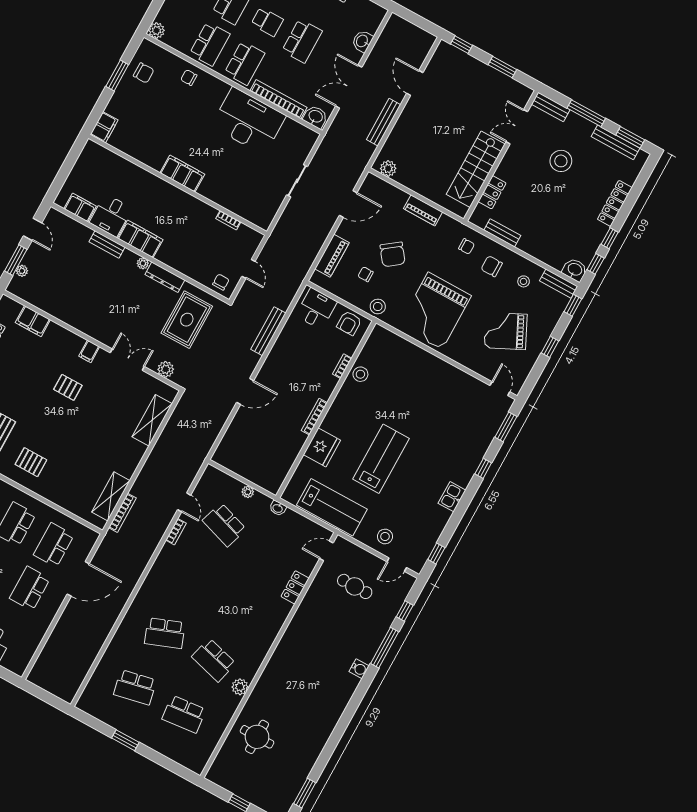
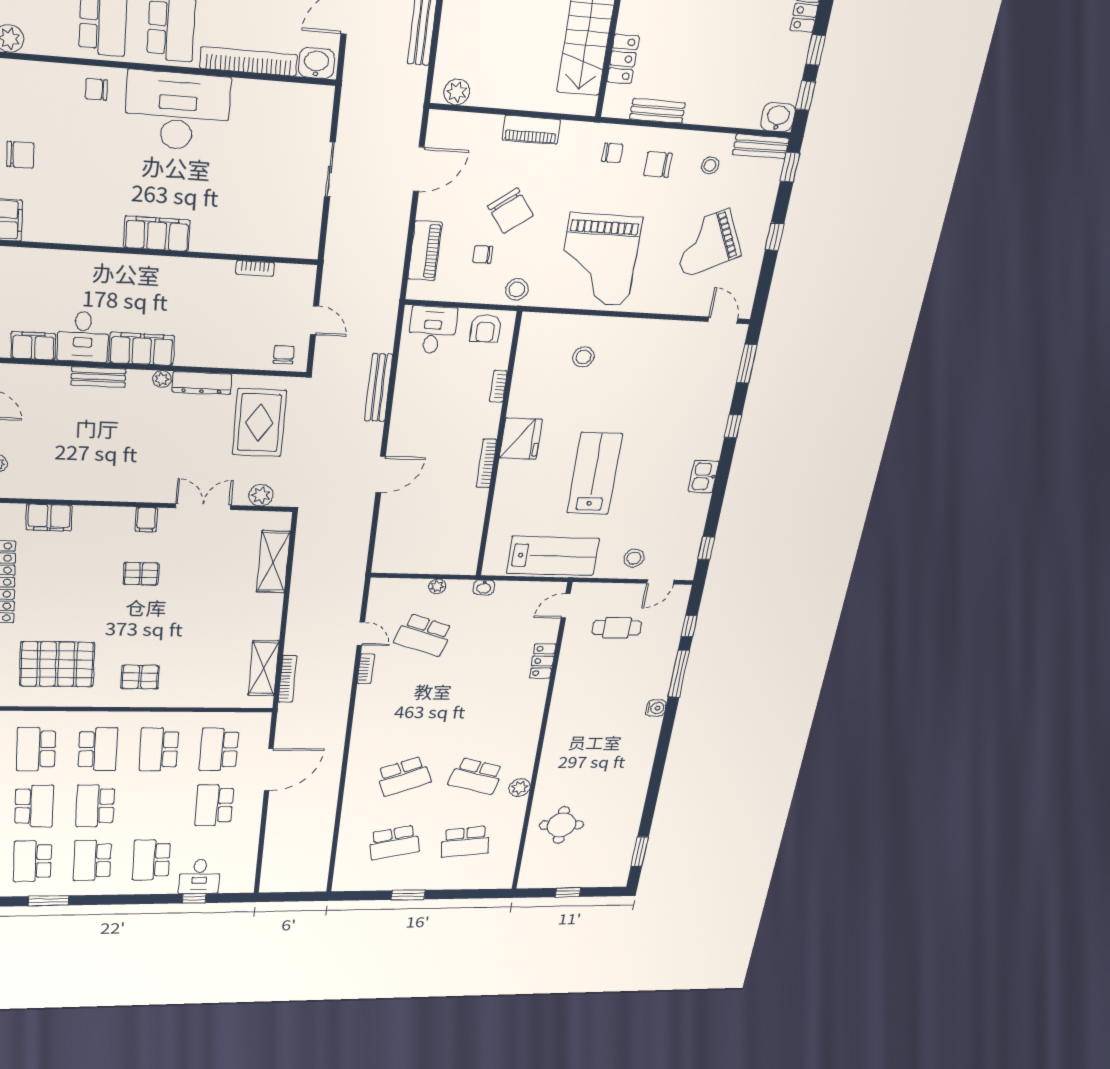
chair: (144, 73) -> (20, 155), moved
desk: (249, 121) -> (178, 111), moved
stool: (360, 374) -> (583, 357), moved
fridge: (322, 447) -> (521, 439), moved

